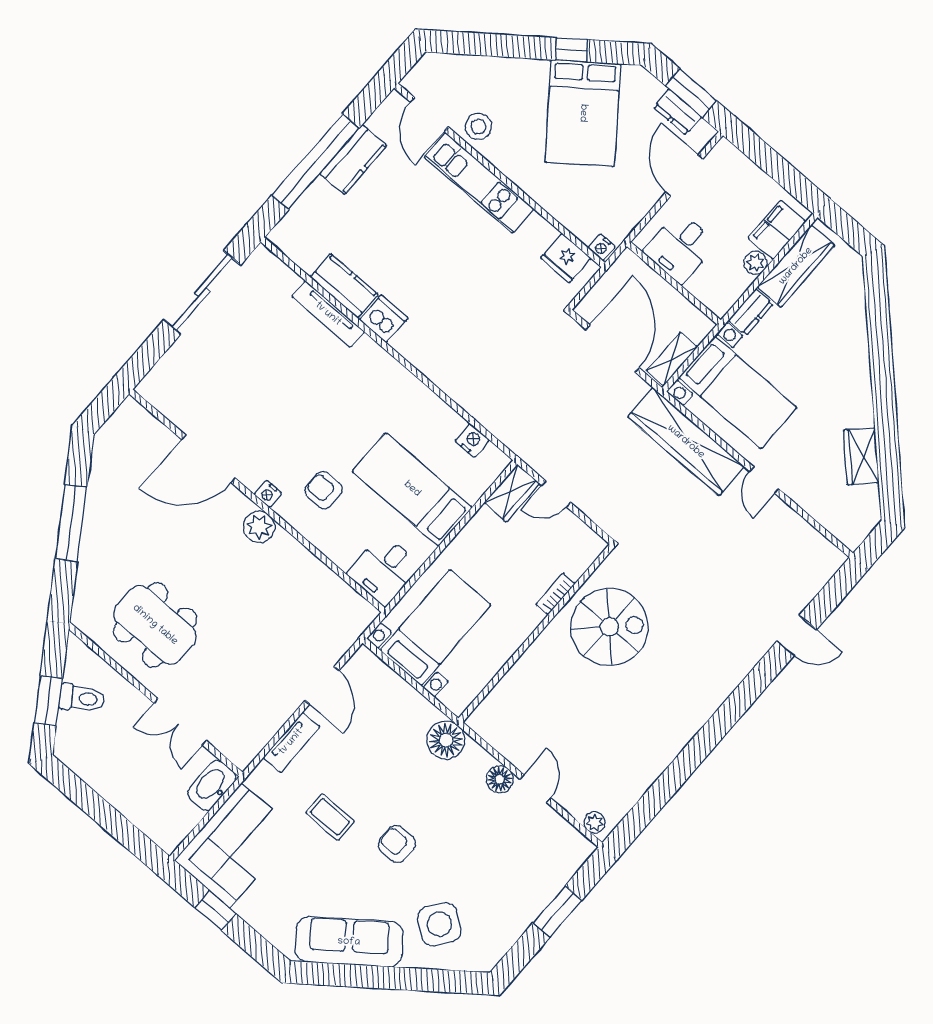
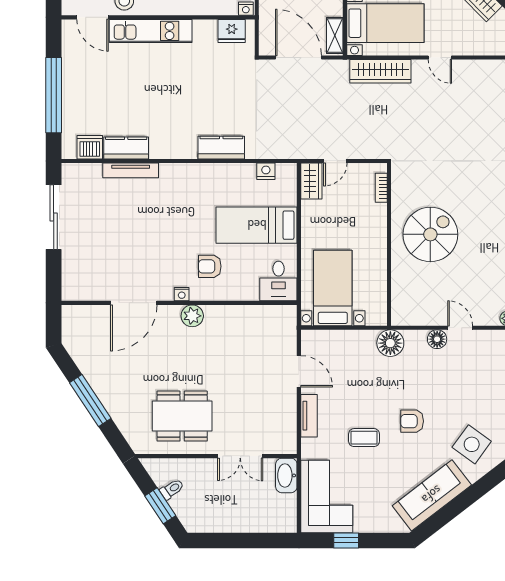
kitchen counter: (353, 160) -> (221, 148), moved, turned -90
dishwasher: (384, 319) -> (90, 147), moved
wardrobe: (686, 442) -> (380, 71), width x0.71, depth x0.85
bookcase: (555, 594) -> (381, 188), moved
spiral stairs: (609, 627) -> (430, 234), moved
toilet: (82, 698) -> (172, 489), width x0.73, depth x0.72

